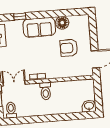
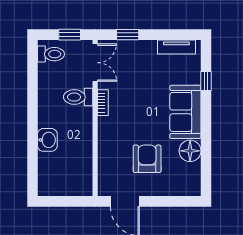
toilet: (46, 91) -> (78, 97), moved
washbasin: (89, 106) -> (47, 140), moved

